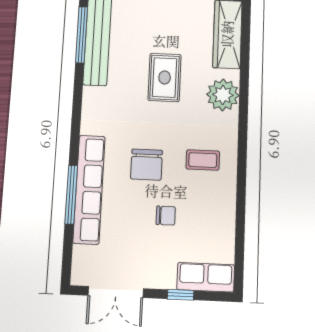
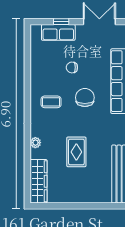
plant: (223, 95) -> (35, 143), width x0.53, depth x0.53
row of seats: (206, 277) -> (58, 32), moved

